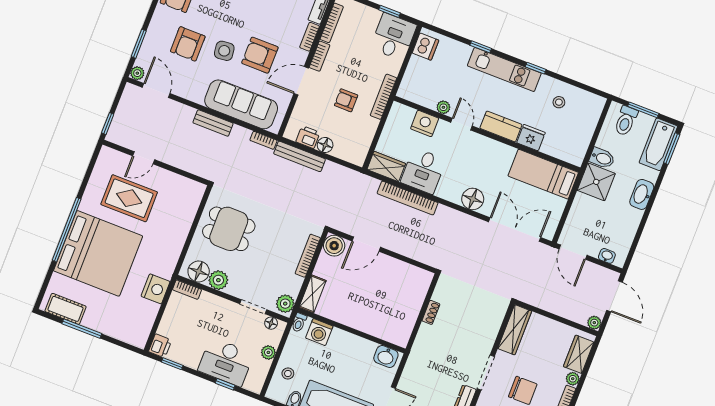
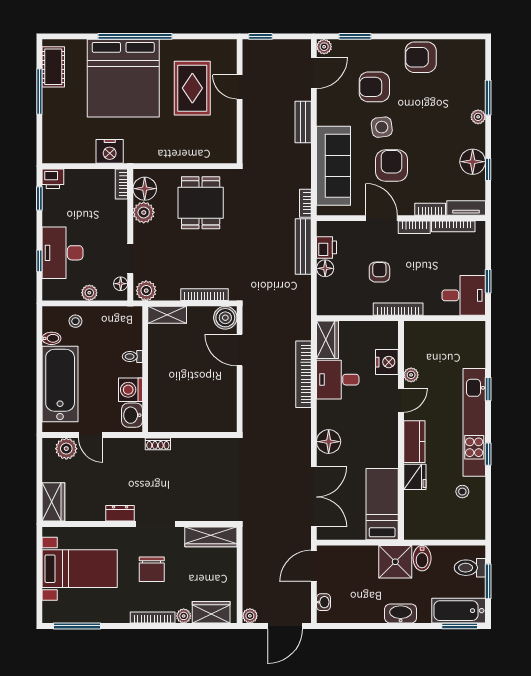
dishwasher: (425, 47) -> (466, 332), removed
kitchen unit: (504, 69) -> (474, 422), width x1.36
bench: (213, 123) -> (303, 122), moved
shoe rack: (431, 312) -> (158, 444), moved
toilet: (299, 322) -> (132, 356), moved
washing machine: (319, 332) -> (131, 390), moved

